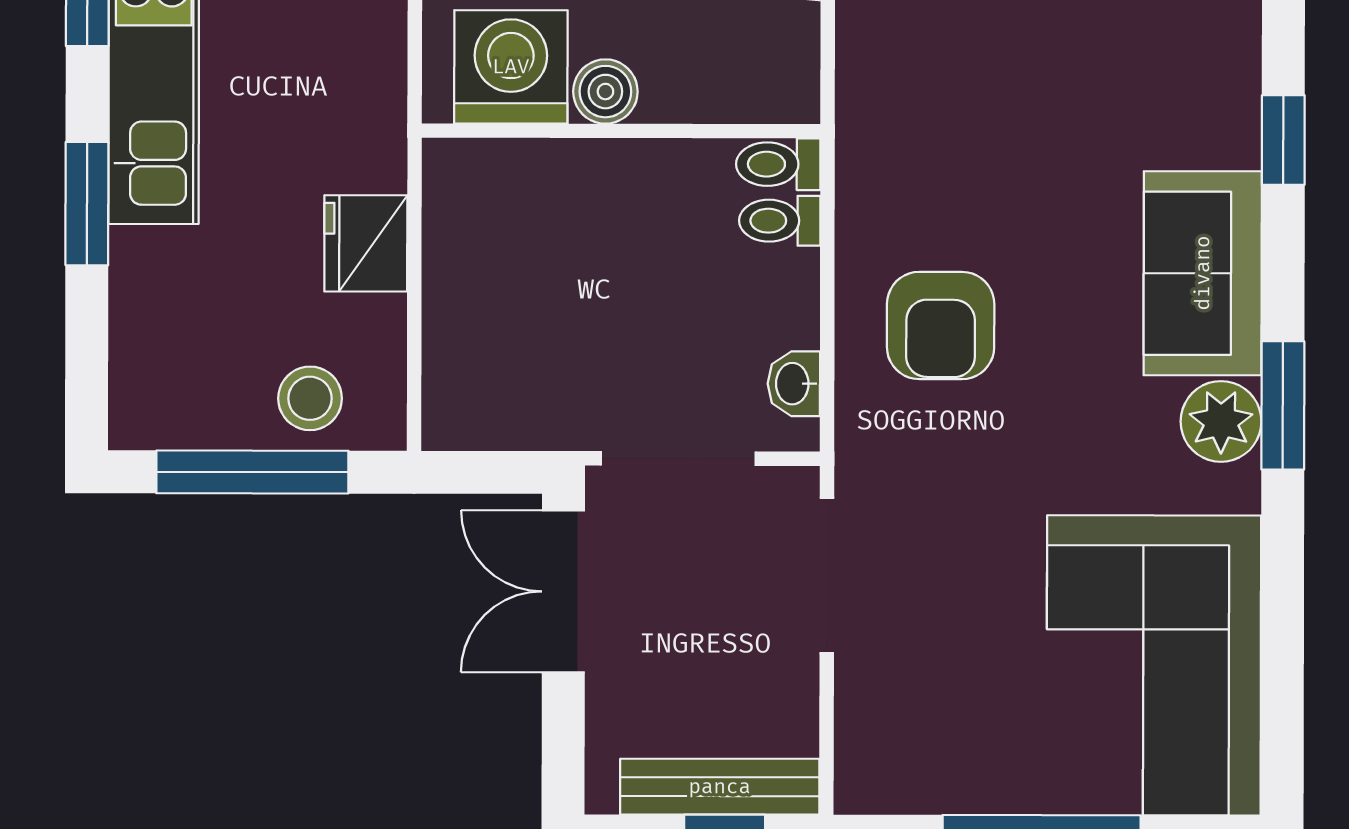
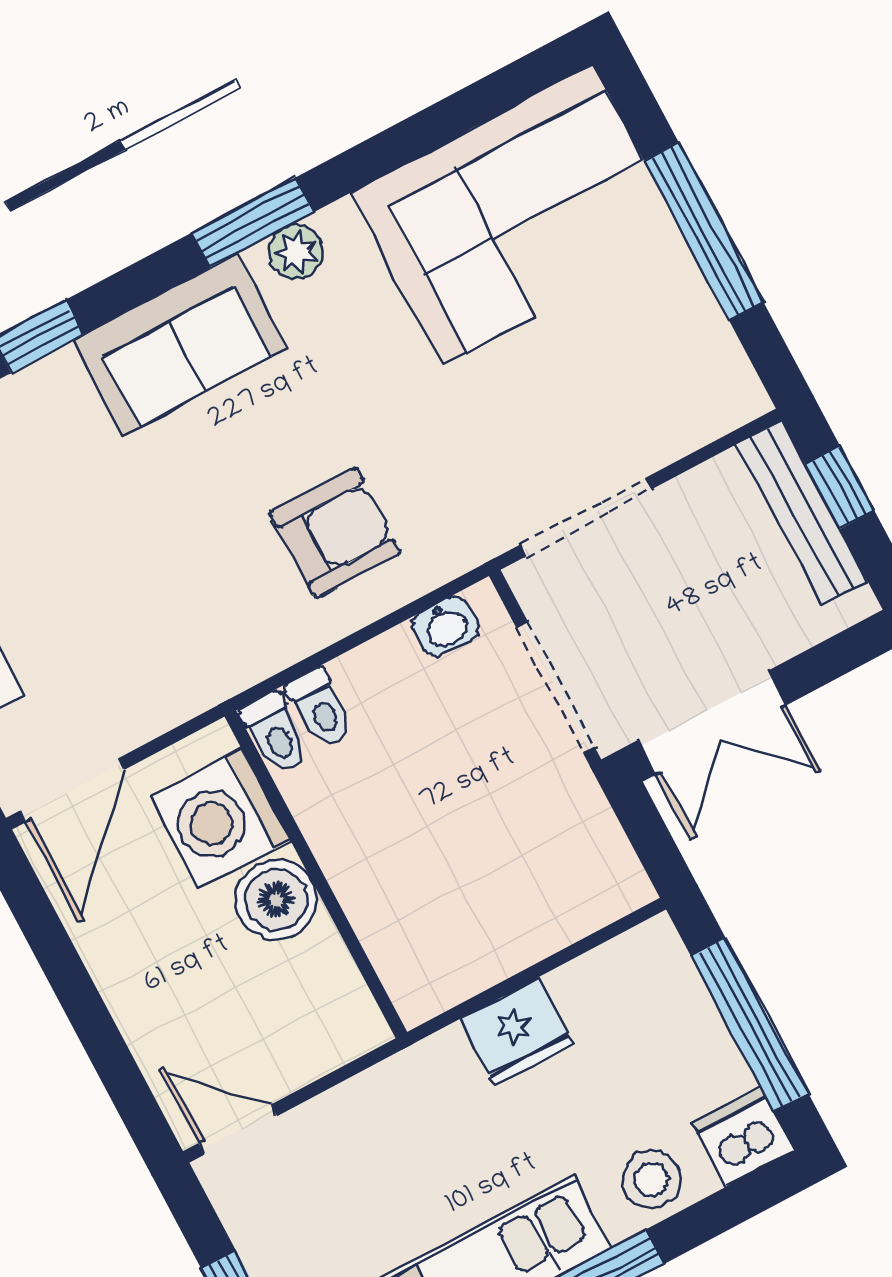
washing machine: (511, 67) -> (221, 819), moved
boiler: (605, 92) -> (276, 899), width x1.36, depth x1.36
stool: (310, 398) -> (651, 1179), moved
dishwasher: (147, 408) -> (743, 1137), added
plant: (1221, 421) -> (296, 252), width x0.73, depth x0.73

